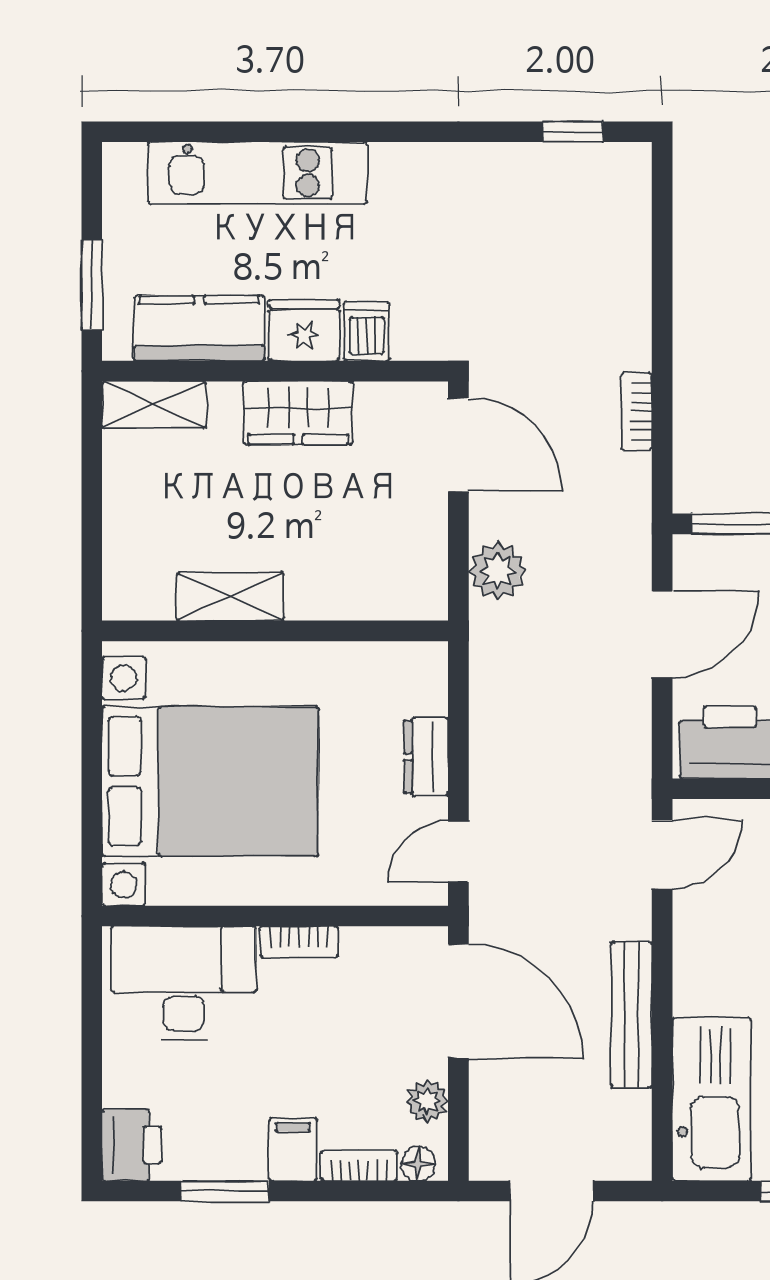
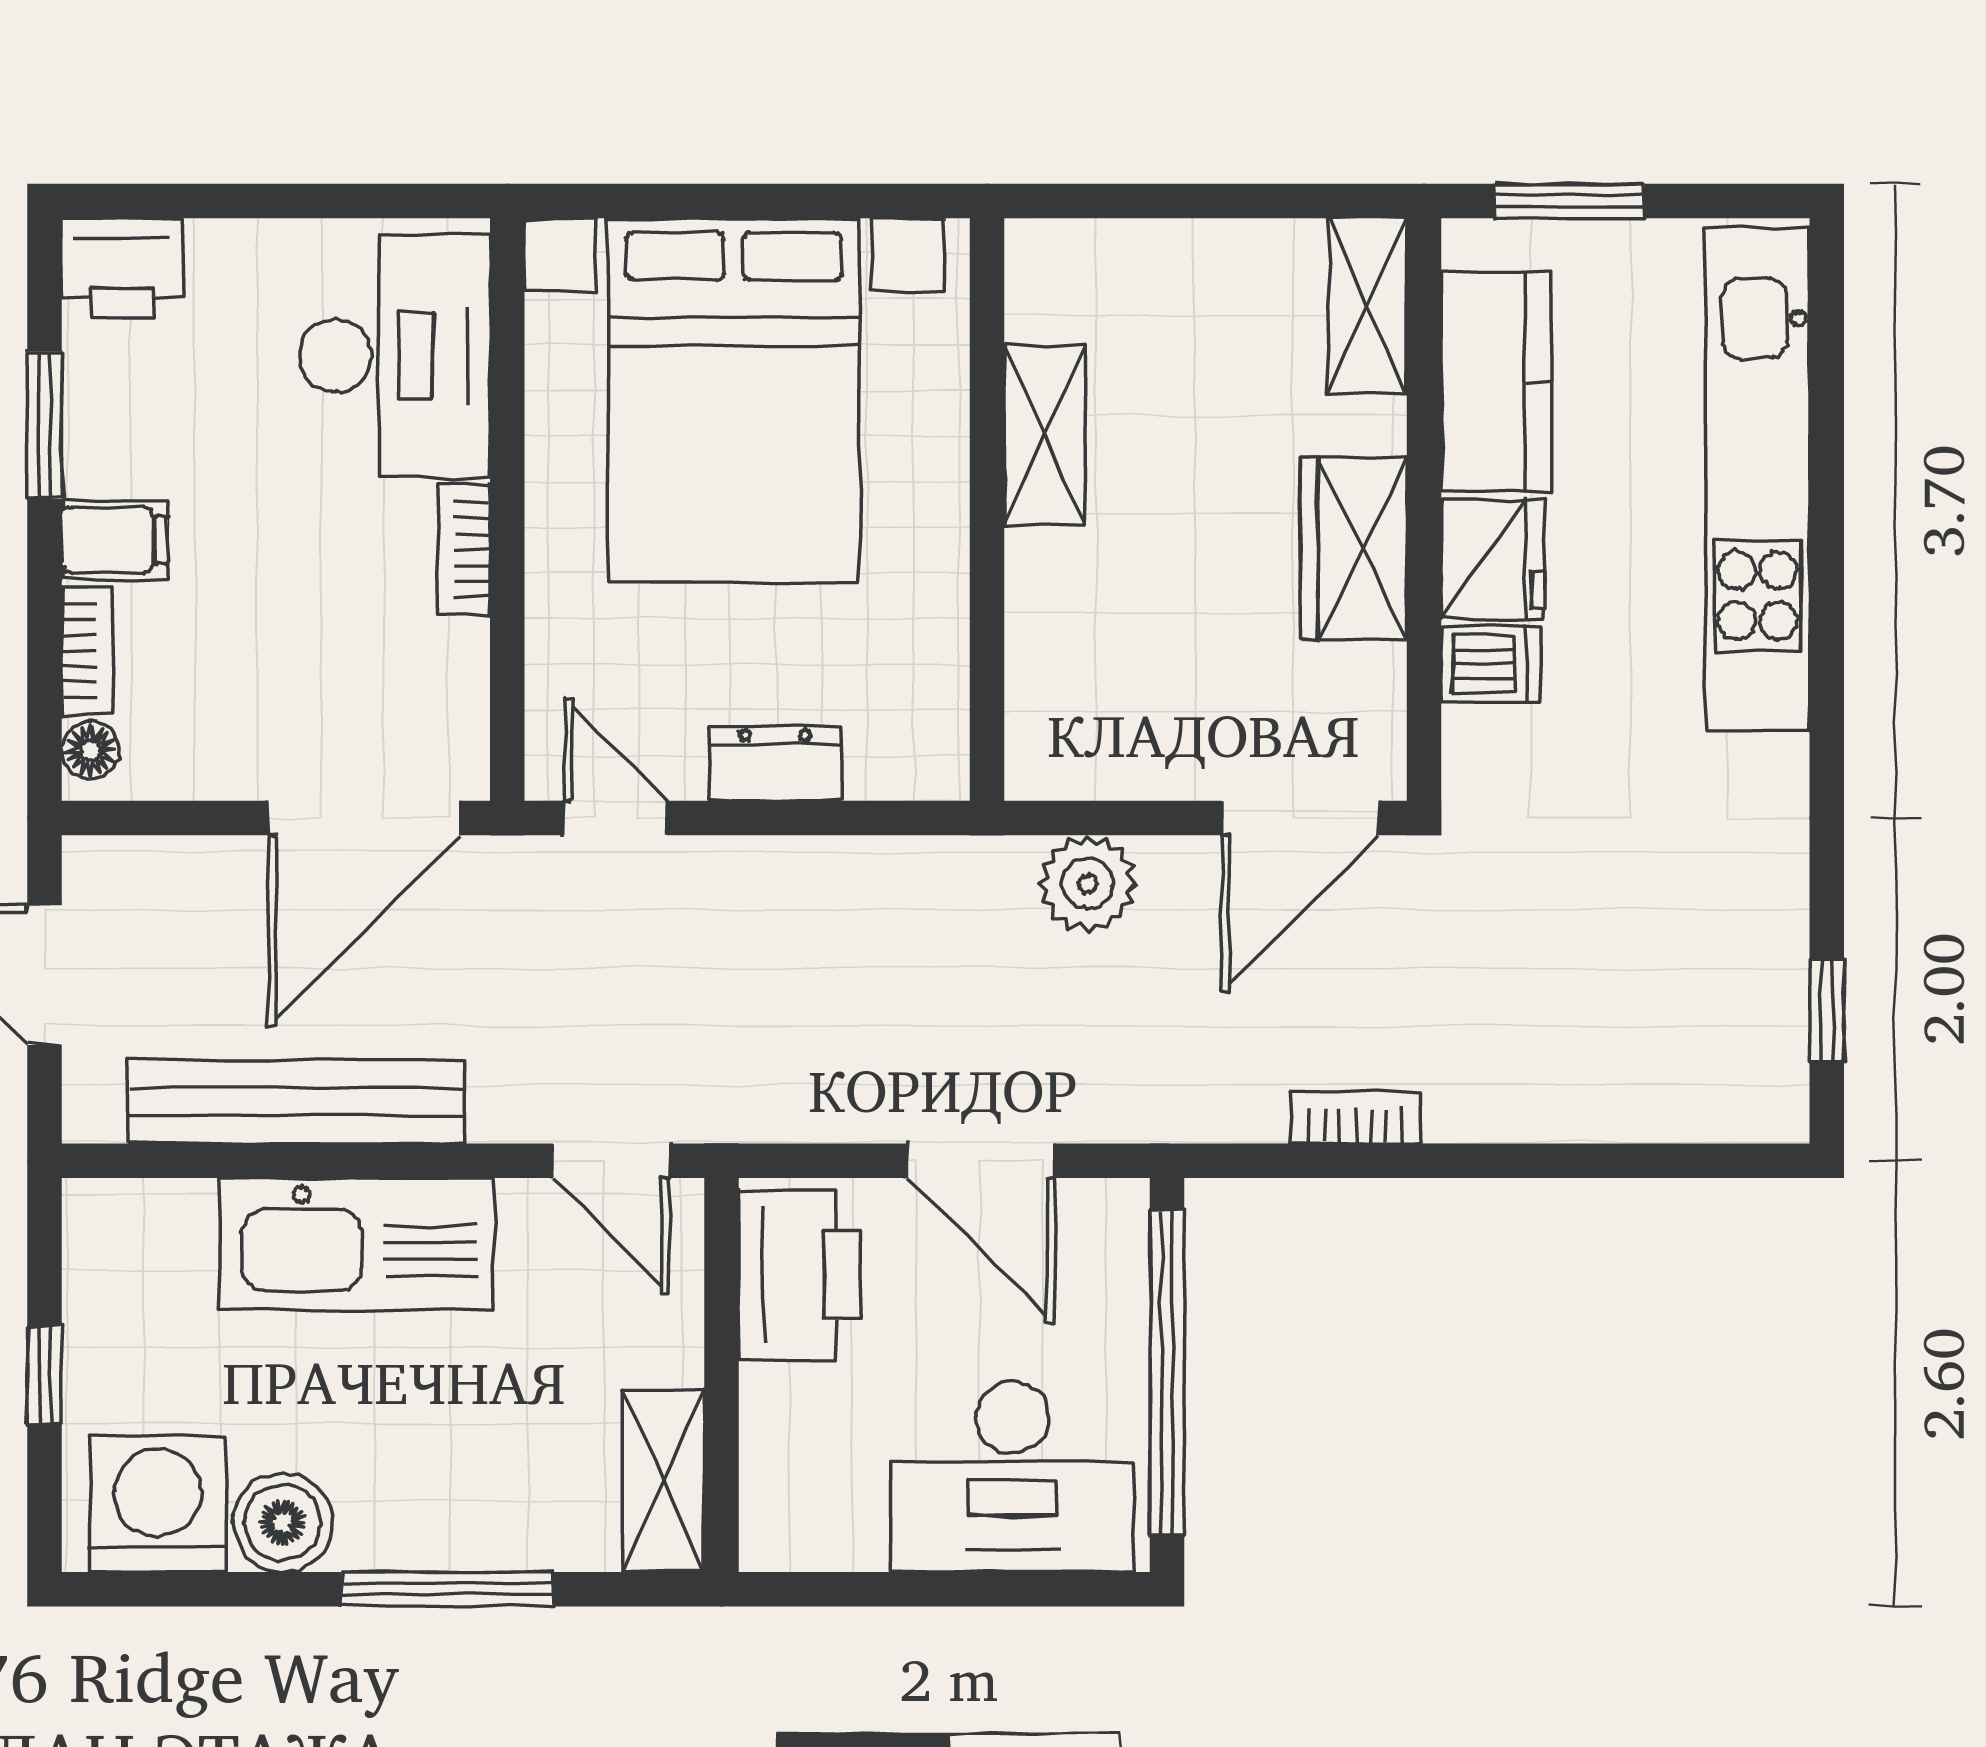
kitchen unit: (257, 173) -> (1758, 480), width x1.36
bench: (631, 1015) -> (296, 1102), width x1.37, depth x1.21
kitchen sink: (711, 1099) -> (357, 1244), moved
plant: (427, 1101) -> (196, 765), removed

